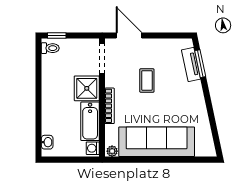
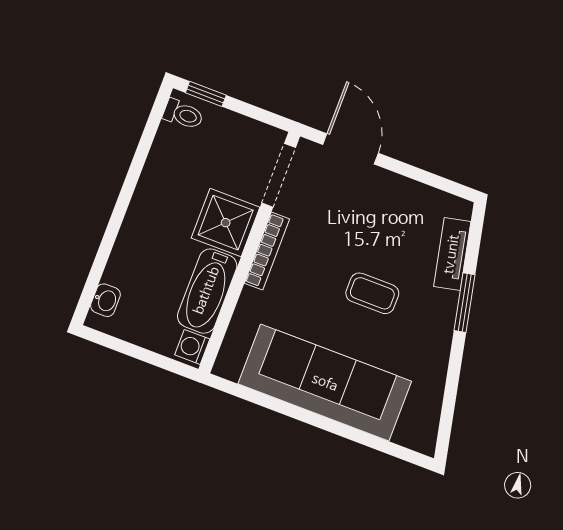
window: (200, 64) -> (465, 303), moved
coffee table: (147, 80) -> (372, 293), moved, turned 90
bookcase: (110, 106) -> (267, 251), moved
plant: (112, 151) -> (229, 368), removed

